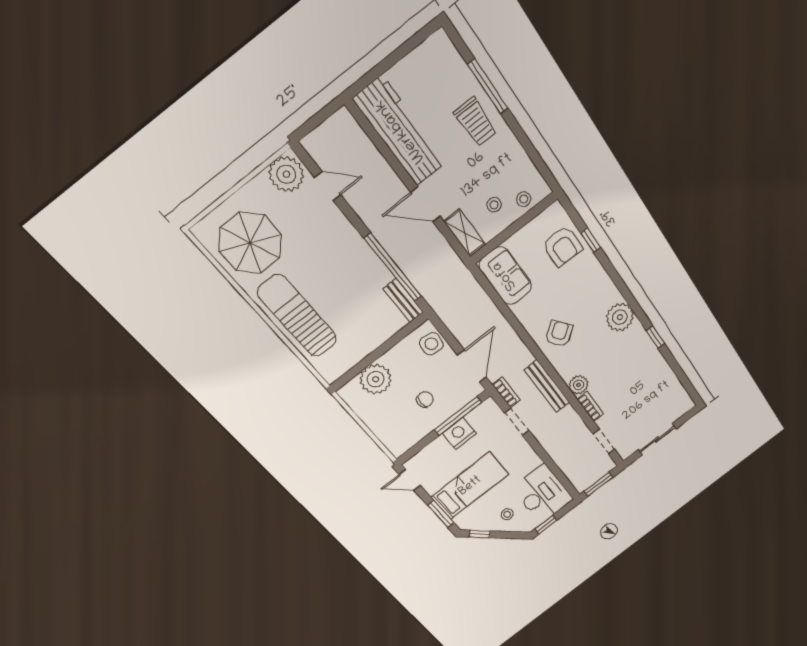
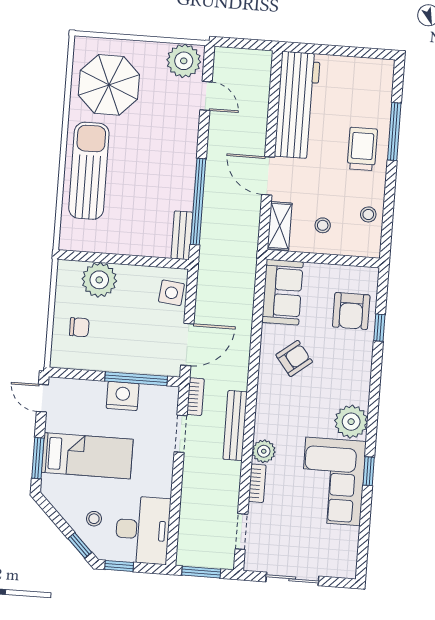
trolley: (476, 122) -> (362, 149), turned 180
stool: (524, 199) -> (368, 214), moved
armchair: (559, 334) -> (294, 358), moved
corner sofa: (637, 363) -> (333, 481), added
chair: (425, 400) -> (79, 327), moved
window: (480, 534) -> (80, 545), moved

